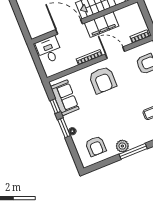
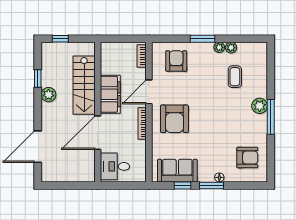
armchair: (103, 80) -> (174, 119), turned 90
plant: (122, 146) -> (260, 106), moved

